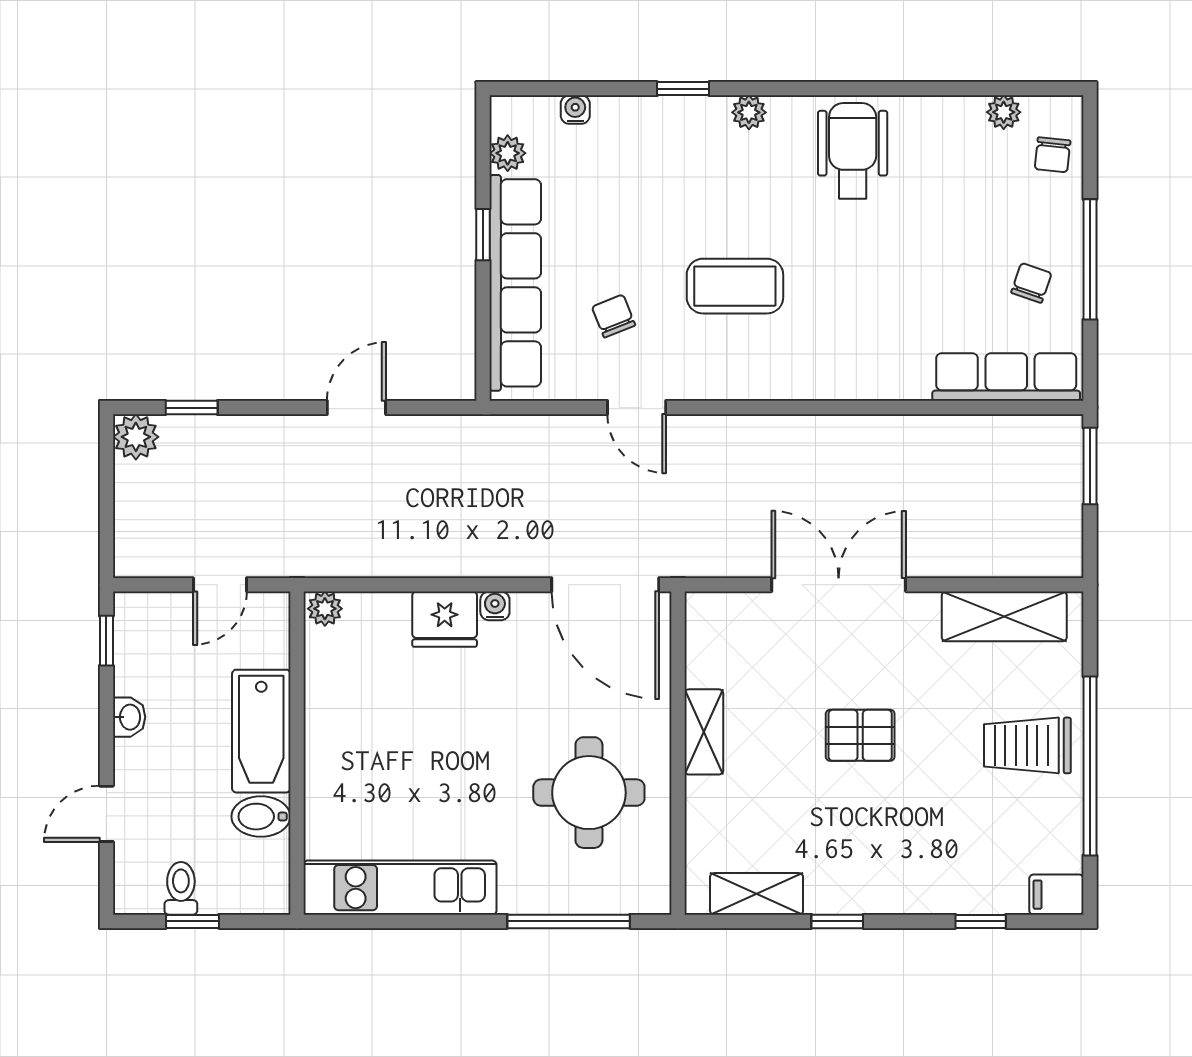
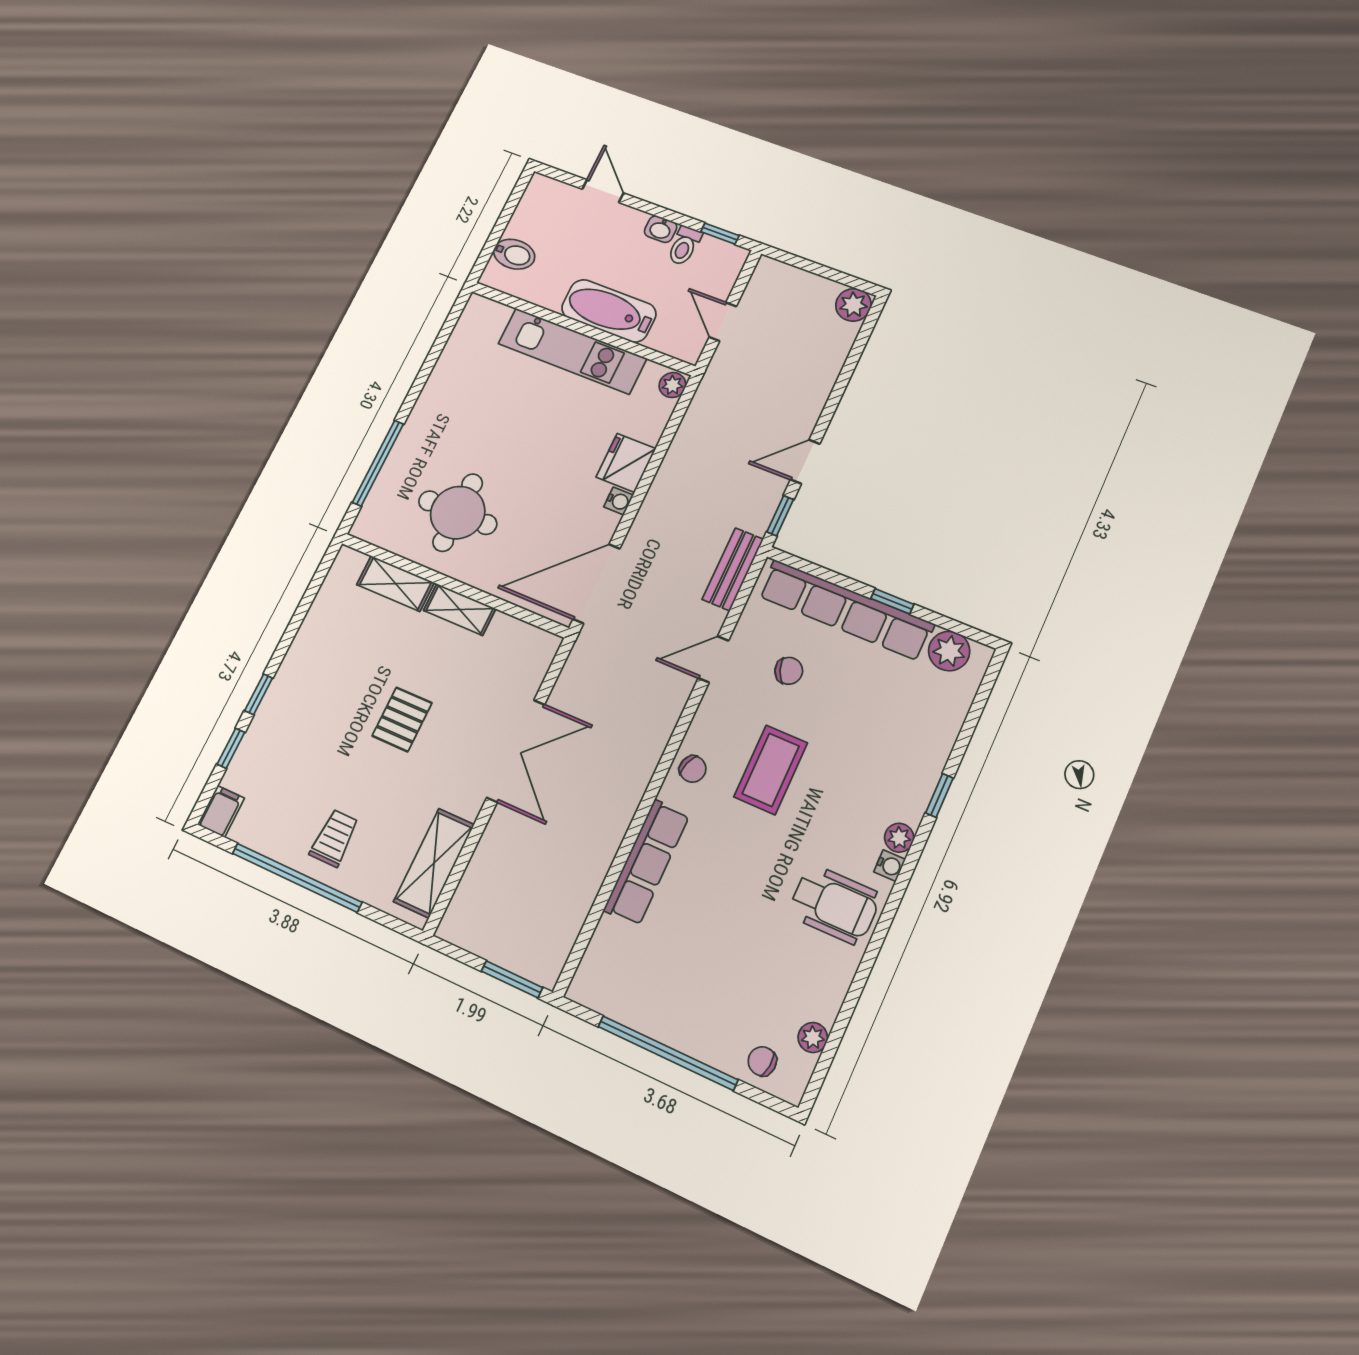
water cooler: (575, 110) -> (890, 866), moved
plant: (508, 153) -> (949, 651), width x1.38, depth x1.38
window: (1090, 259) -> (668, 1053), width x1.46
chair: (1031, 283) -> (693, 769), moved
row of seats: (1006, 377) -> (647, 862), moved
window: (192, 408) -> (780, 516), moved
door: (356, 408) -> (805, 462), swing flipped
bench: (521, 434) -> (733, 569), added
trolley: (1027, 745) -> (334, 838), width x0.73, depth x0.72
bidet: (261, 817) -> (514, 254), moved, turned 90
toilet: (181, 888) -> (684, 246), moved, turned 90
kitchen unit: (400, 888) -> (572, 351), moved, turned 90
shelving: (757, 894) -> (395, 584), moved, turned 90
window: (192, 921) -> (504, 219), removed
window: (837, 921) -> (259, 694), moved

